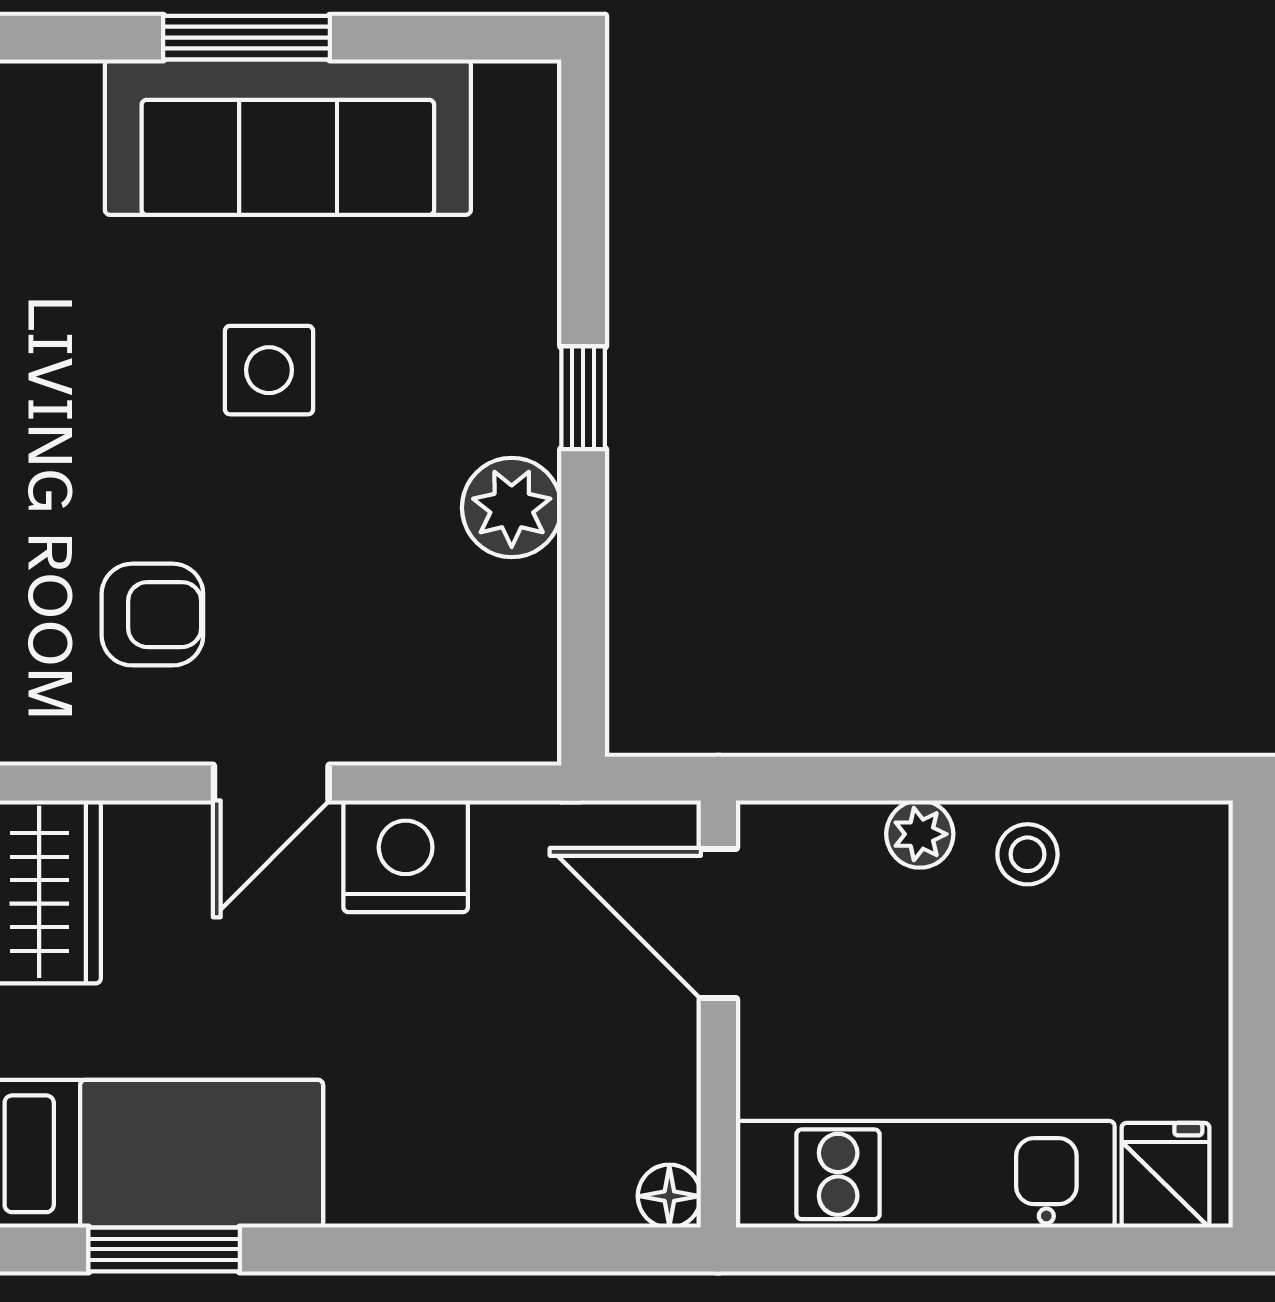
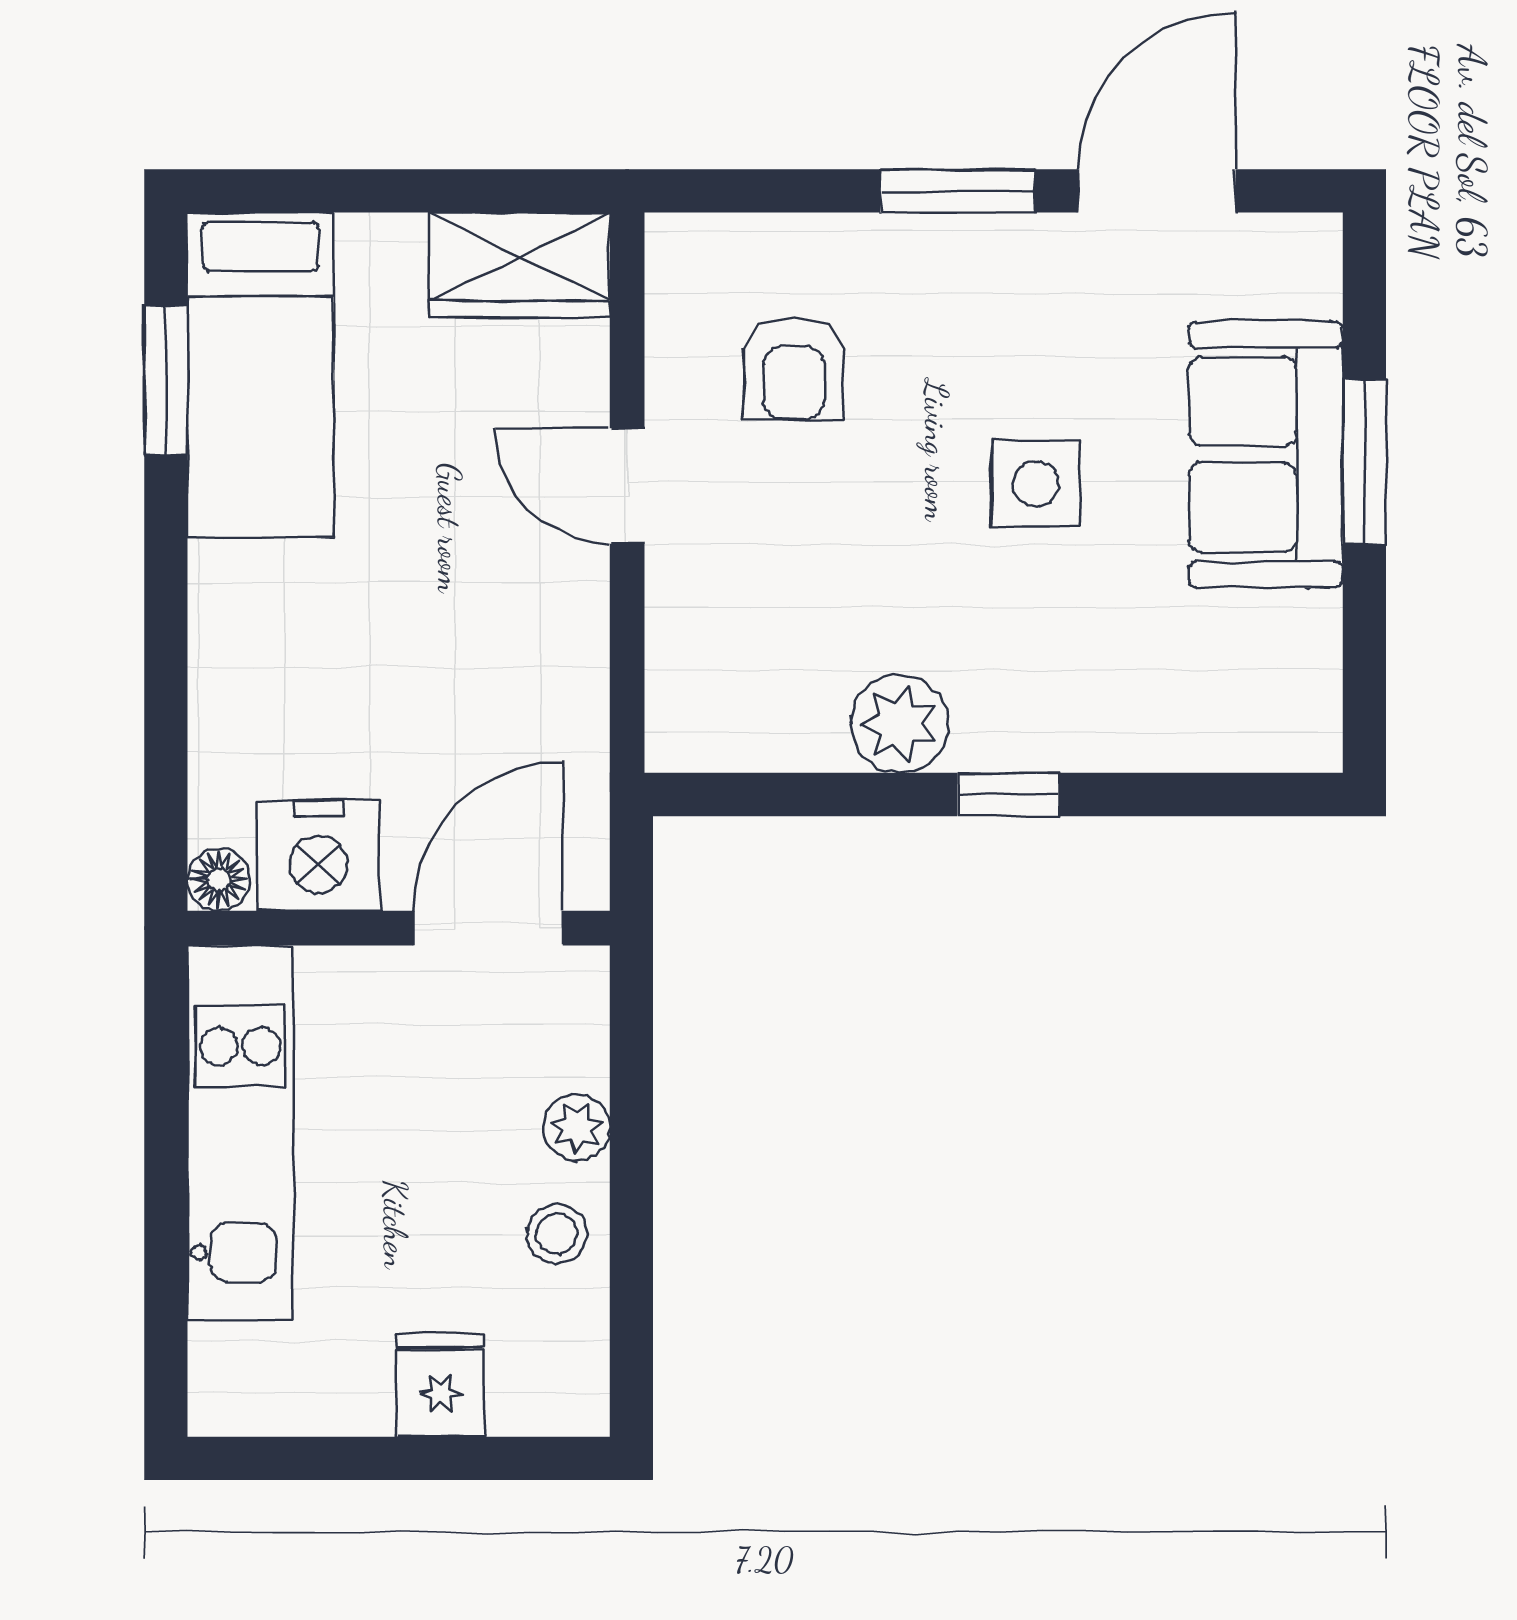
sofa: (288, 137) -> (1266, 454), width x0.73
nightstand: (406, 856) -> (318, 856), moved, turned 90
fridge: (1165, 1175) -> (440, 1385), moved, turned -90

